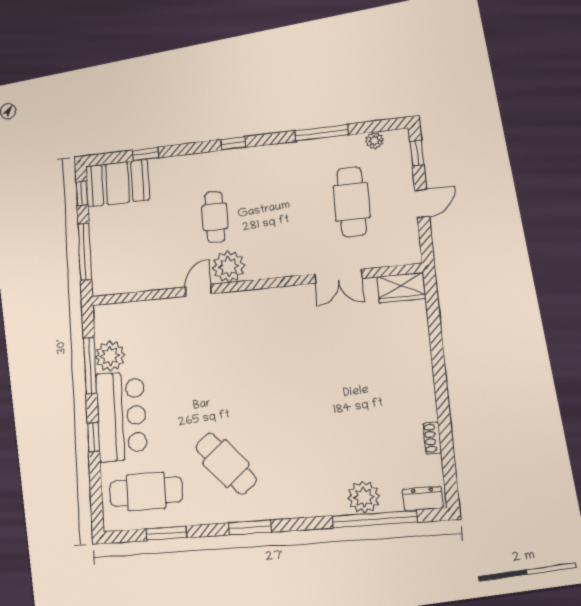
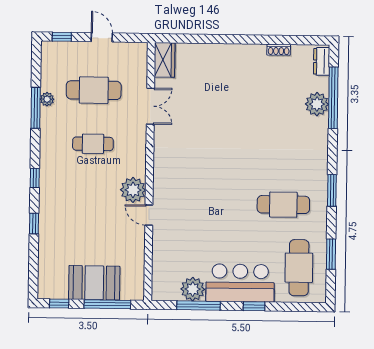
plant: (374, 141) -> (47, 99), moved
window: (146, 154) -> (34, 224), moved
booth: (117, 183) -> (94, 283), moved, turned 90
cafe table: (215, 217) -> (93, 144), moved
cafe table: (226, 463) -> (283, 205), turned 41

